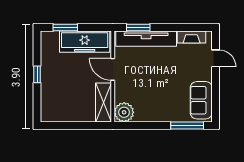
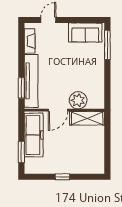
plant: (124, 112) -> (78, 100), moved

